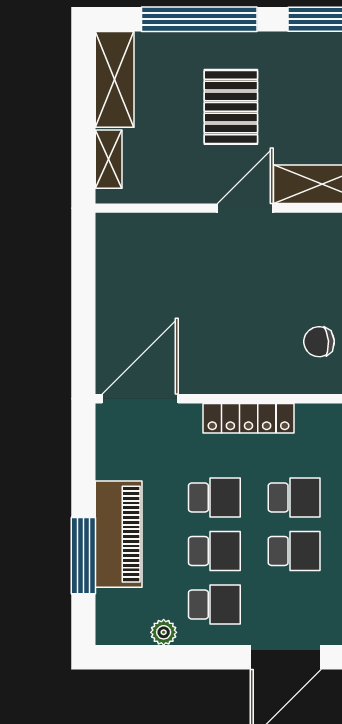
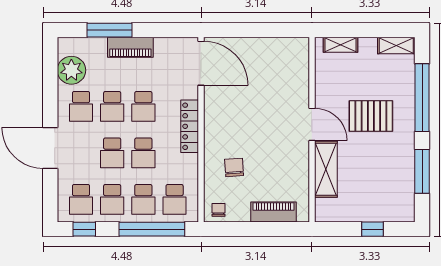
shelving: (115, 79) -> (396, 46), width x0.67, depth x0.75
piano: (119, 534) -> (130, 47), width x0.73, depth x0.75
plant: (164, 632) -> (71, 70), width x1.87, depth x1.87

